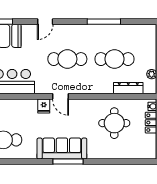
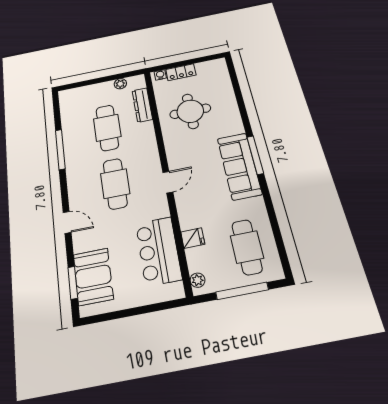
fridge: (44, 106) -> (193, 238), moved

